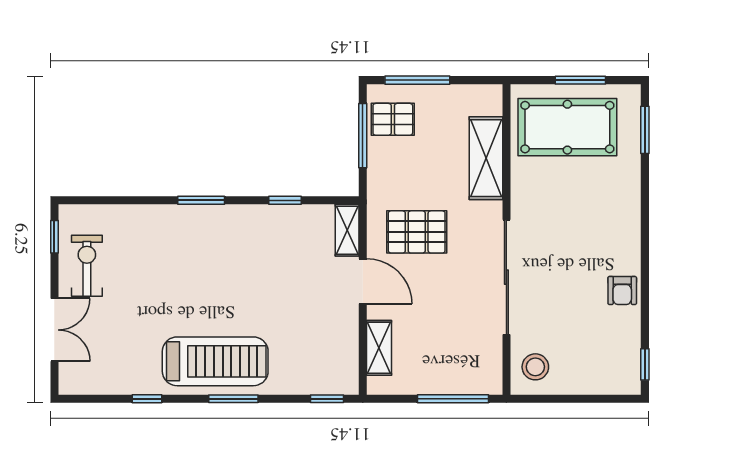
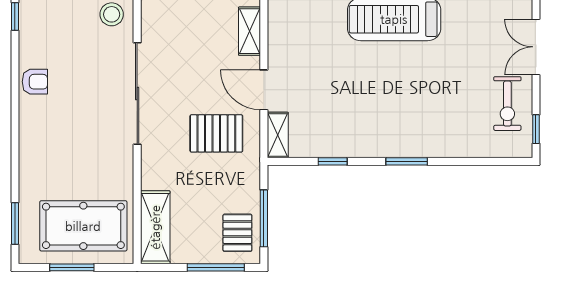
pallet: (393, 119) -> (237, 233), turned 90
shelving: (486, 158) -> (155, 227), moved
armchair: (622, 290) -> (35, 82), turned 90

